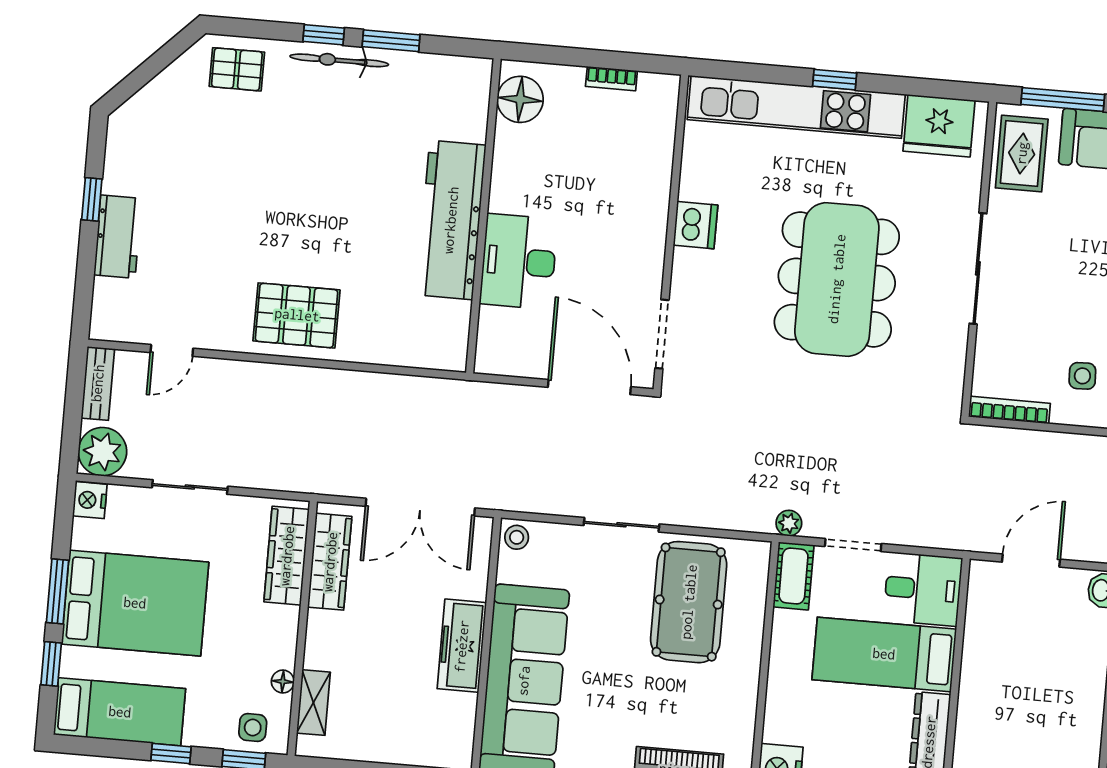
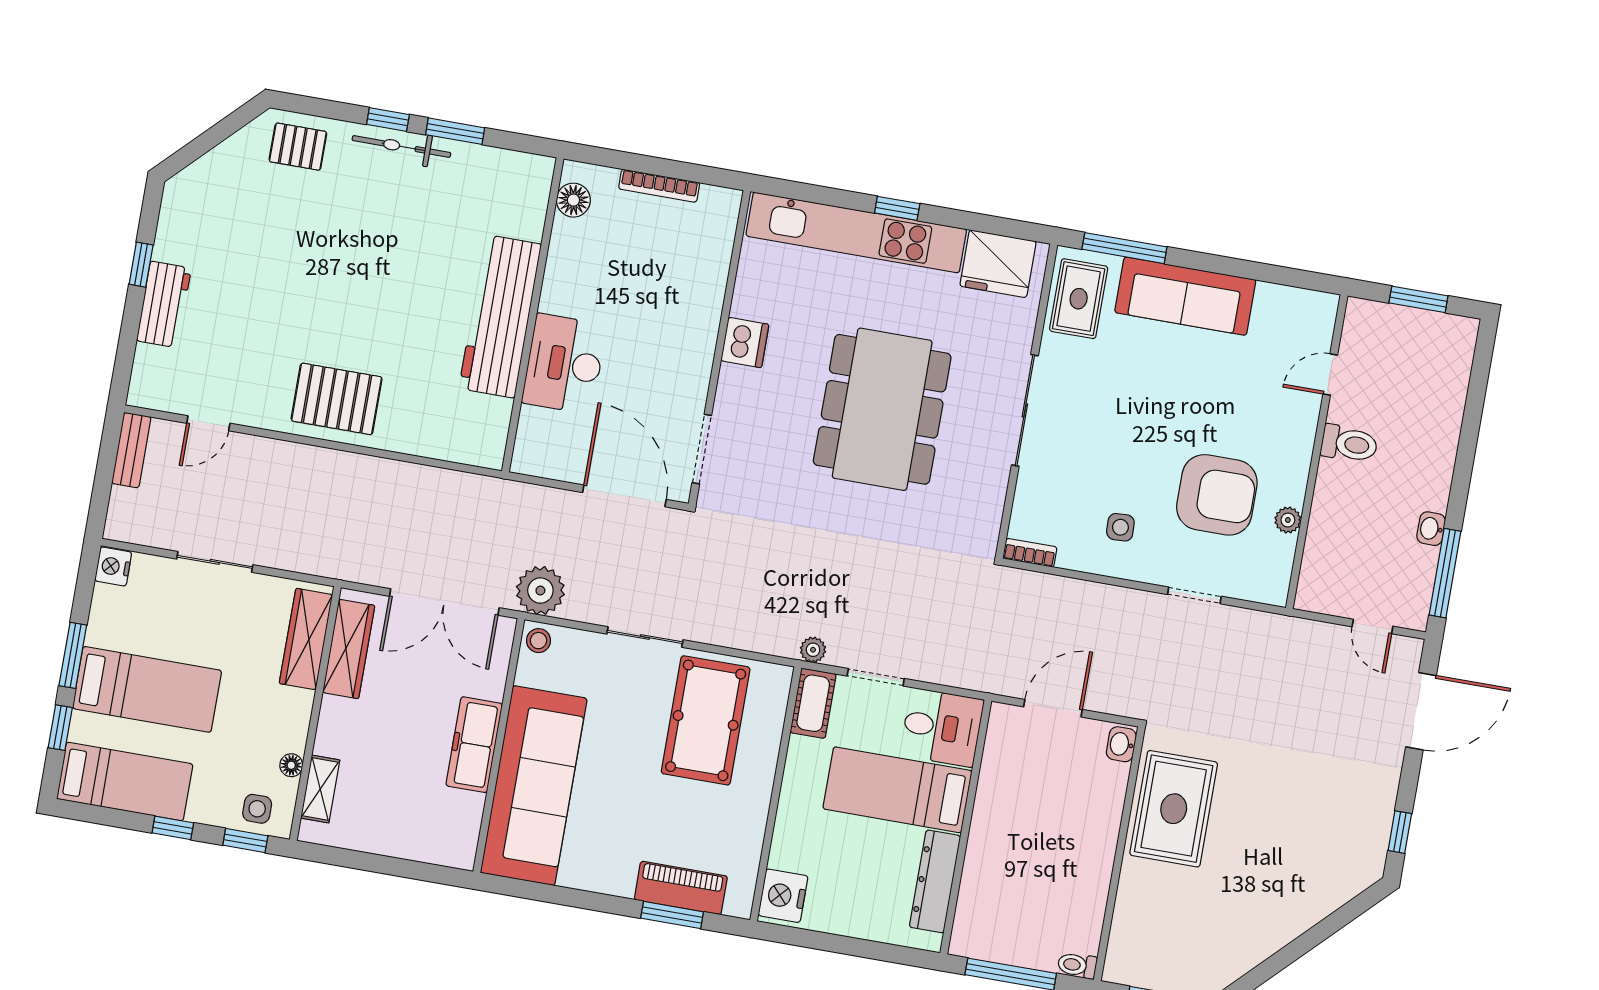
bookcase: (611, 79) -> (659, 186), width x1.56
floor lamp: (520, 99) -> (573, 200), width x0.73, depth x0.73
bookcase: (1009, 410) -> (1030, 553), width x0.64
plant: (102, 452) -> (540, 591), moved
bed: (135, 603) -> (147, 689), width x0.67

